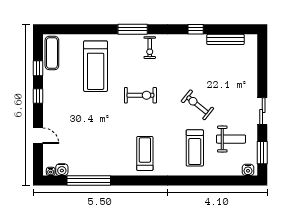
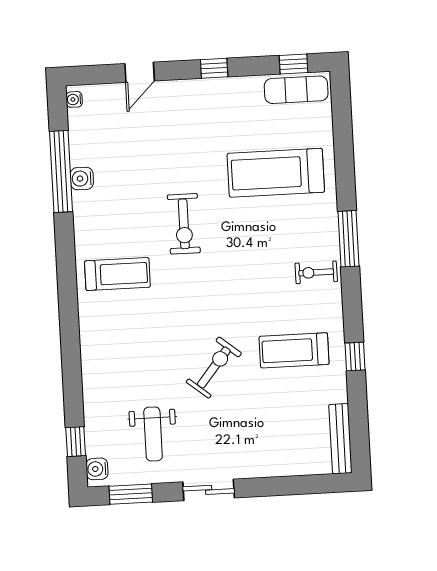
bench: (225, 39) -> (340, 439), moved
window: (38, 68) -> (293, 64), moved
exercise bike: (140, 95) -> (184, 224), moved
treadmill: (195, 148) -> (294, 350), moved
water cooler: (62, 170) -> (82, 179), moved
window: (233, 180) -> (76, 442), added

